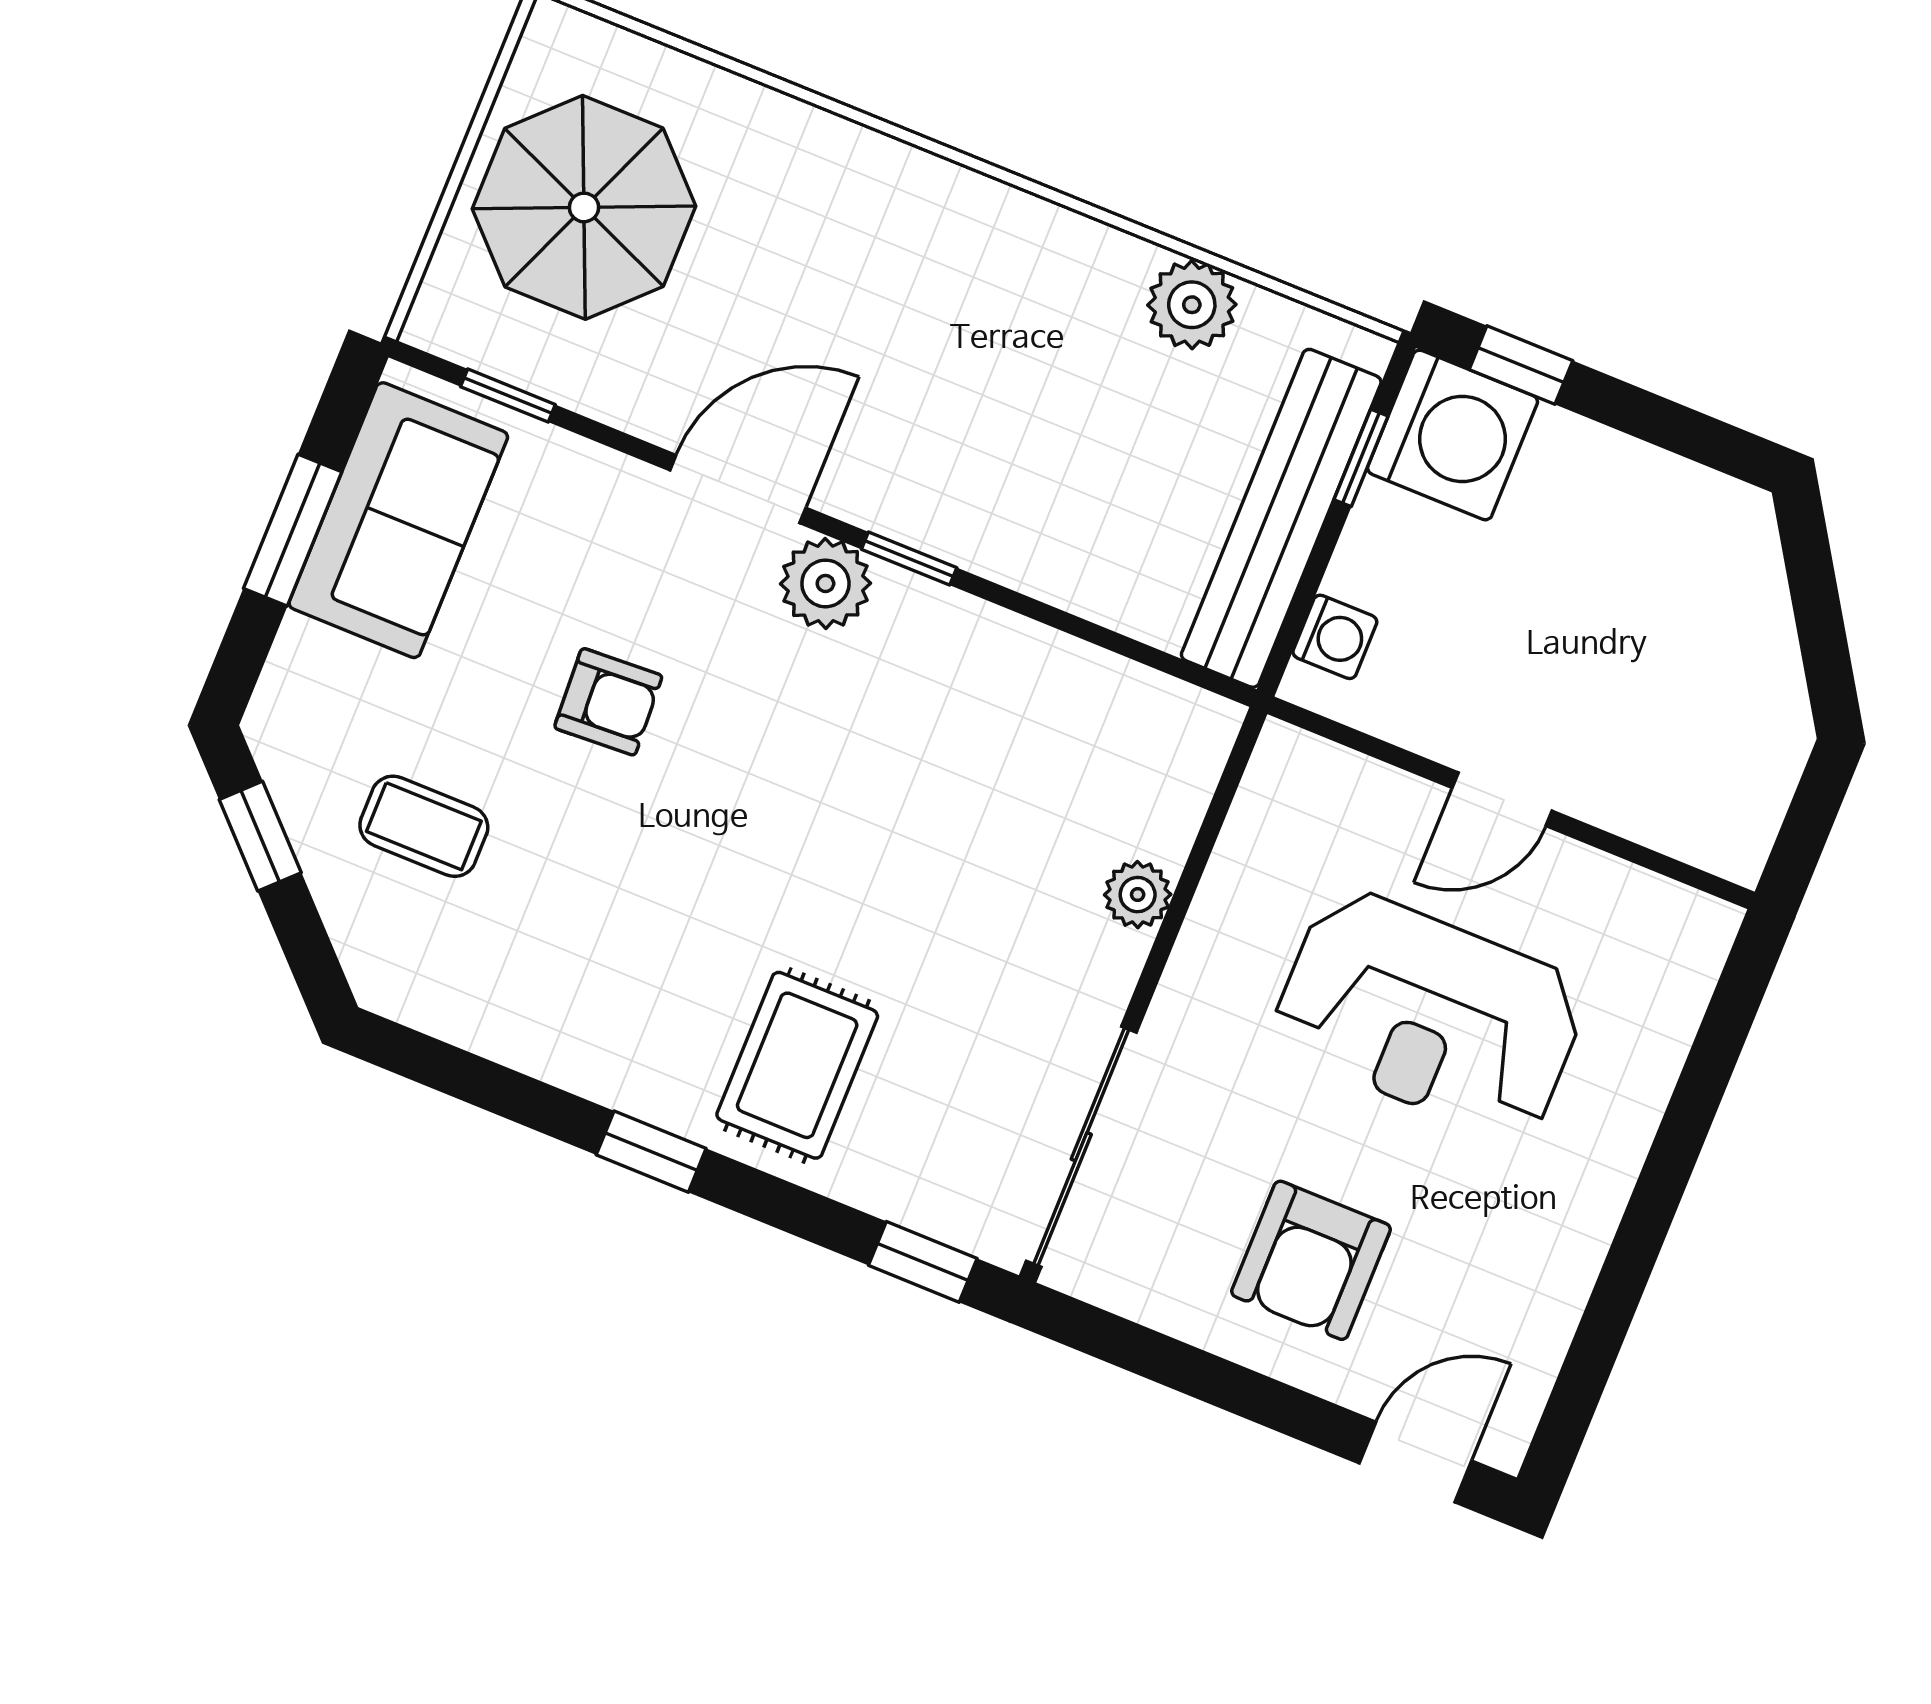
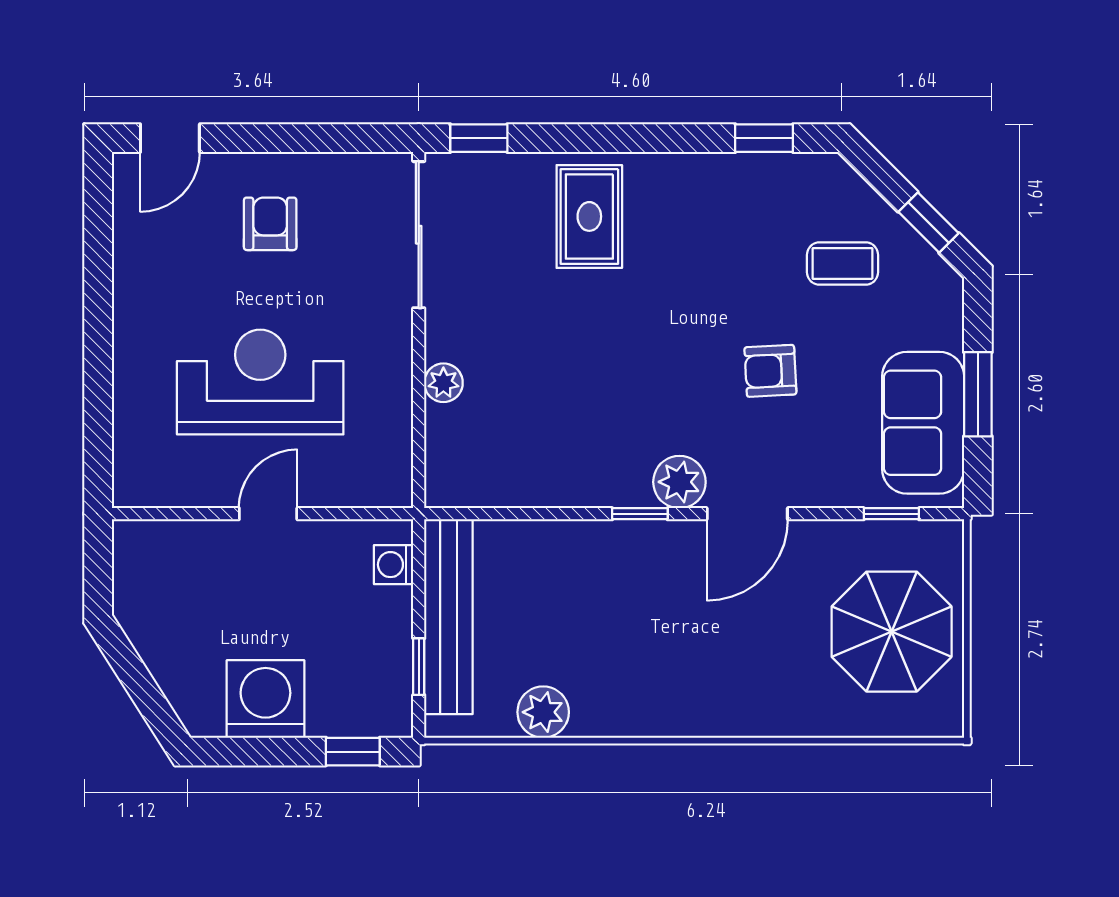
washing machine: (1453, 435) -> (265, 699), moved, turned 90
window: (651, 1152) -> (764, 138), moved
armchair: (1311, 1260) -> (270, 224), width x0.72, depth x0.72

